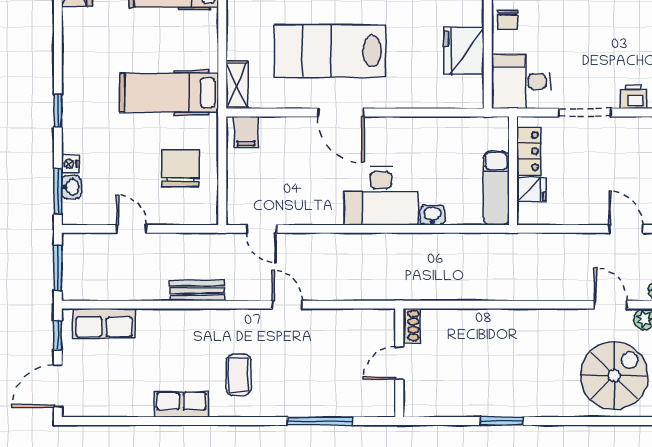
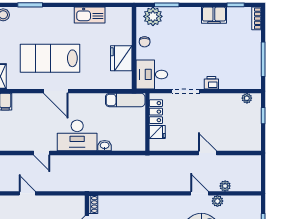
exam couch: (496, 188) -> (125, 100), moved, turned -90
door: (261, 229) -> (42, 153), moved

